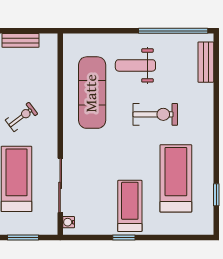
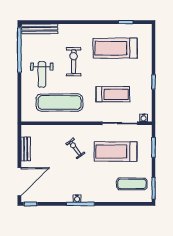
bench: (206, 62) -> (40, 29), width x1.36
treadmill: (130, 206) -> (113, 94), moved, turned 180

